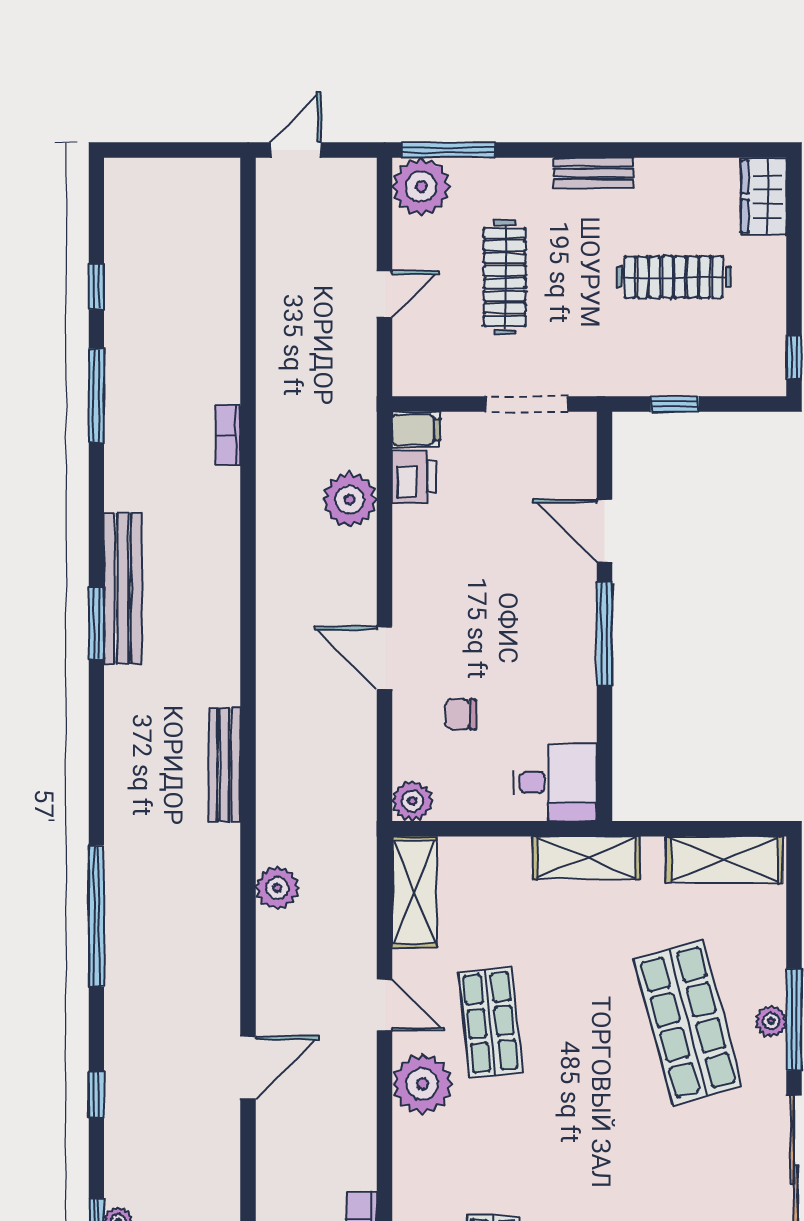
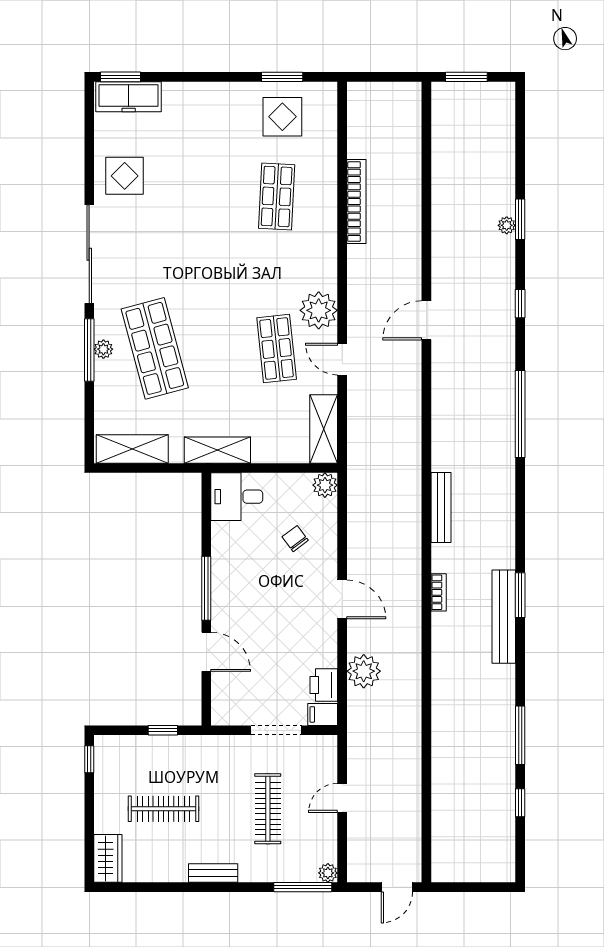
plant: (421, 187) -> (328, 873), width x0.53, depth x0.53
doorway: (527, 404) -> (276, 730), moved
bookcase: (228, 435) -> (439, 592), moved
door: (385, 658) -> (342, 599), moved
chair: (461, 714) -> (295, 539), turned -127
plant: (277, 888) -> (408, 432), removed

